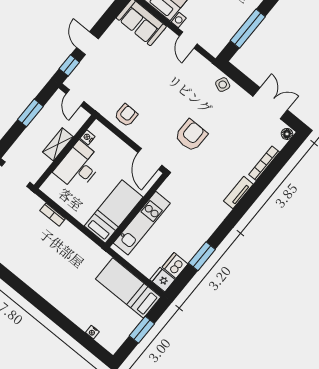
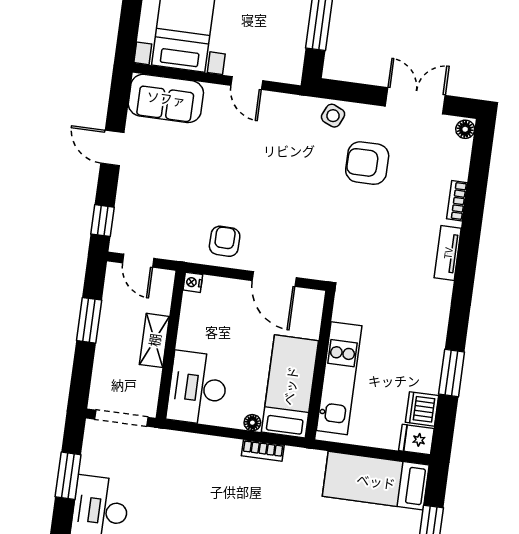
door: (87, 43) -> (112, 148), moved
armchair: (191, 135) -> (367, 163), moved, turned -90
nightstand: (88, 137) -> (193, 282), moved
door: (150, 159) -> (274, 279), moved
bookcase: (264, 163) -> (457, 201), width x0.64
desk: (79, 166) -> (198, 388), moved
bookcase: (53, 215) -> (263, 451), moved
floor lamp: (83, 218) -> (252, 423), added

